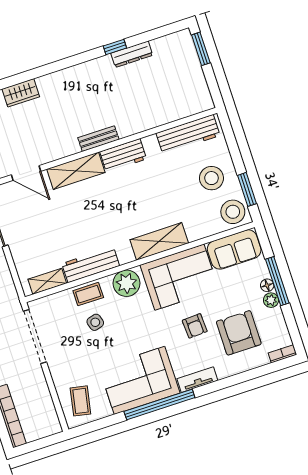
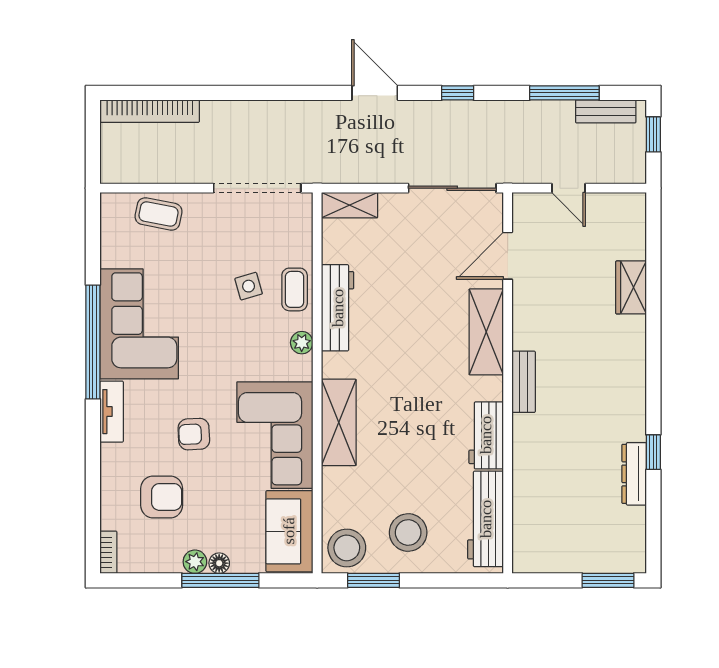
workbench: (123, 155) -> (486, 435), moved
shelving: (47, 281) -> (350, 205), moved, turned 90
plant: (126, 283) -> (302, 343), width x0.53, depth x0.53
armchair: (239, 333) -> (162, 497), width x0.73, depth x0.73
coffee table: (80, 401) -> (159, 214), moved

